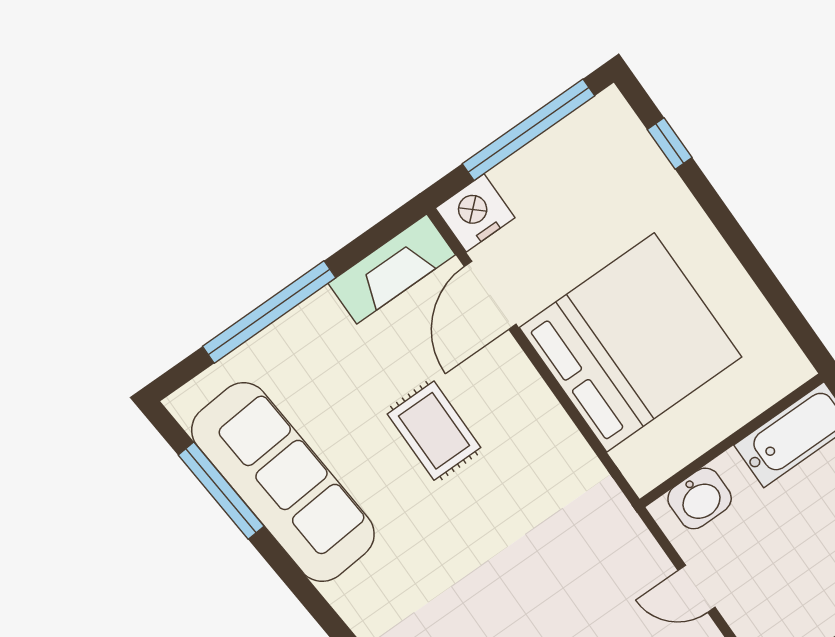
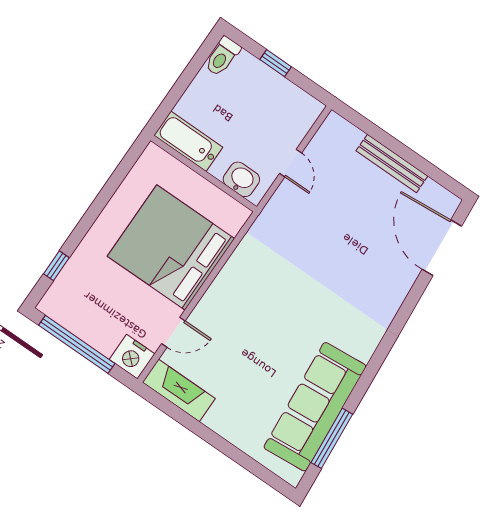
door: (490, 295) -> (173, 332), width x0.73
window: (269, 312) -> (226, 448), removed
rug: (434, 431) -> (257, 336), removed

